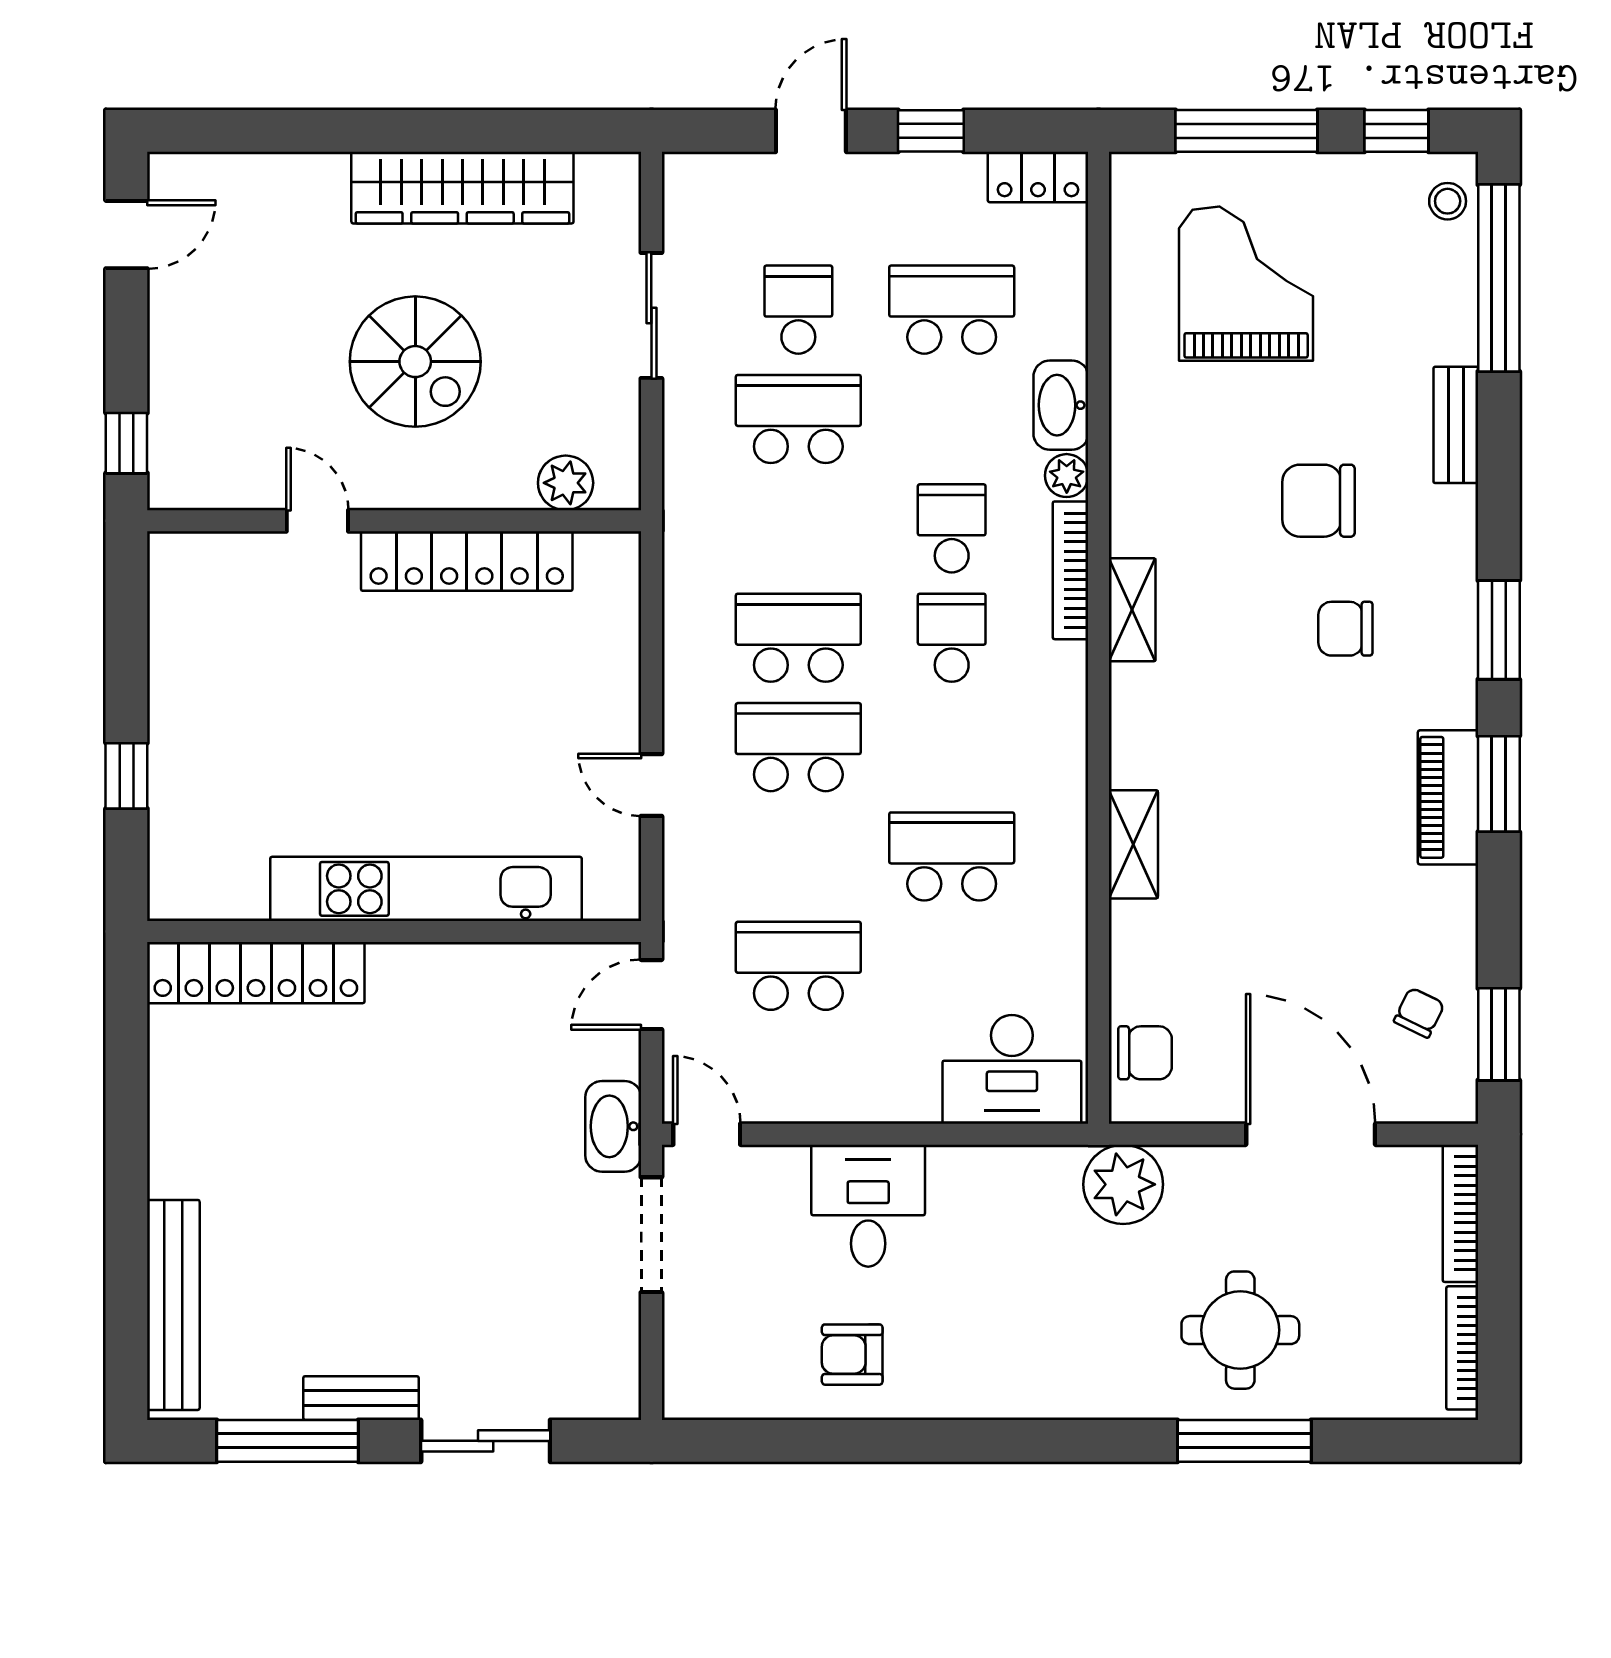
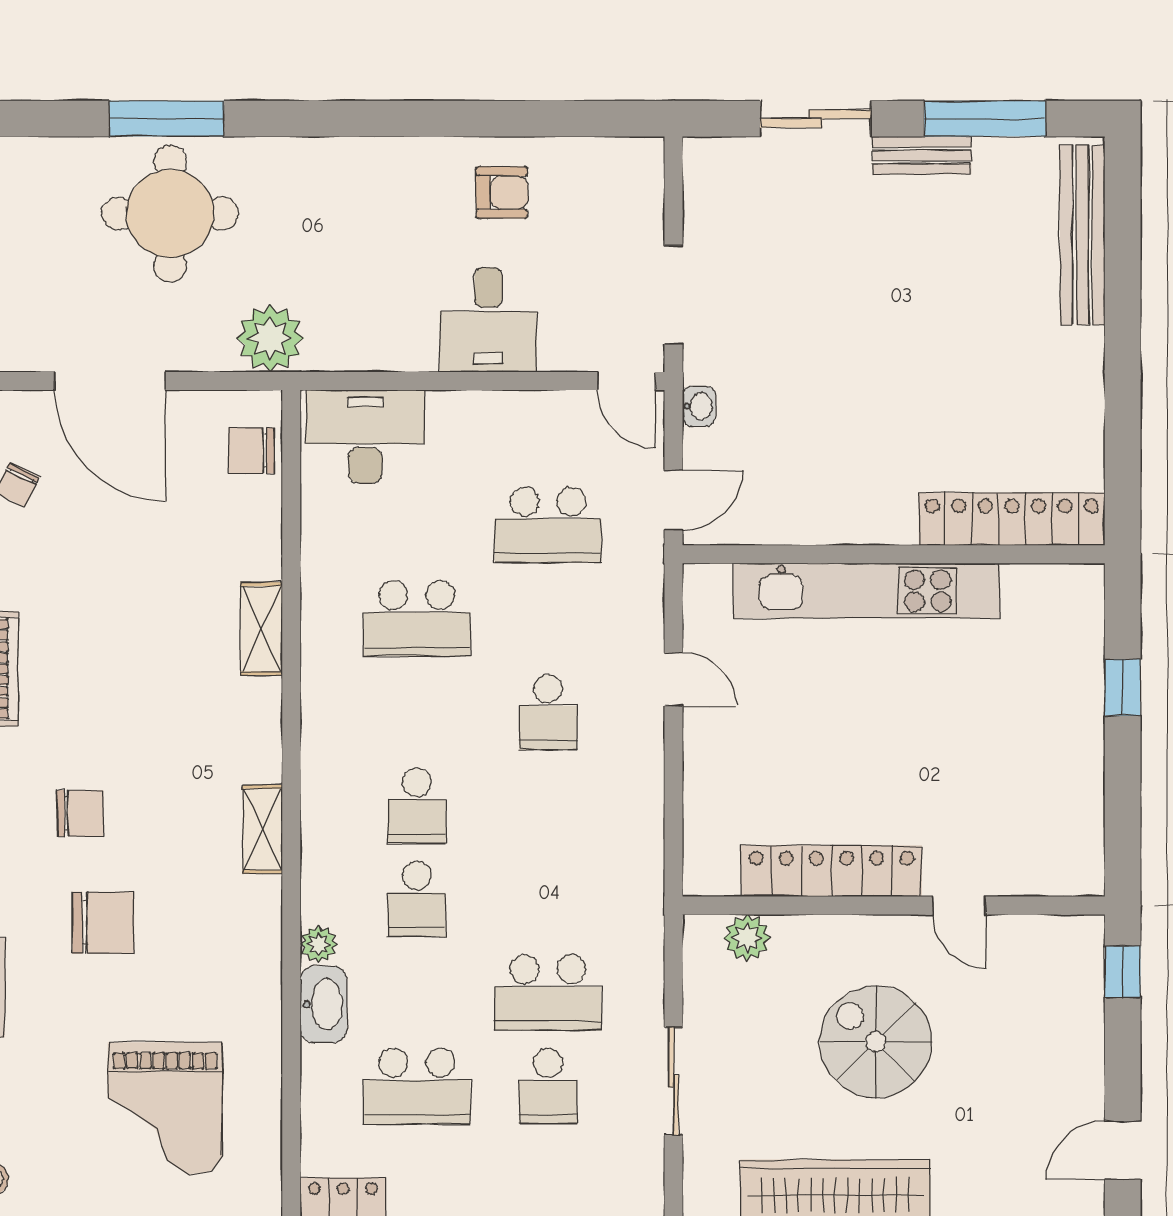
bookcase: (1070, 570) -> (315, 863), removed
school desk: (798, 638) -> (548, 805), removed
school desk: (798, 747) -> (548, 712), width x0.54
washbasin: (613, 1126) -> (699, 406), width x0.52, depth x0.69
round table: (1240, 1330) -> (170, 213), width x1.36, depth x1.36

